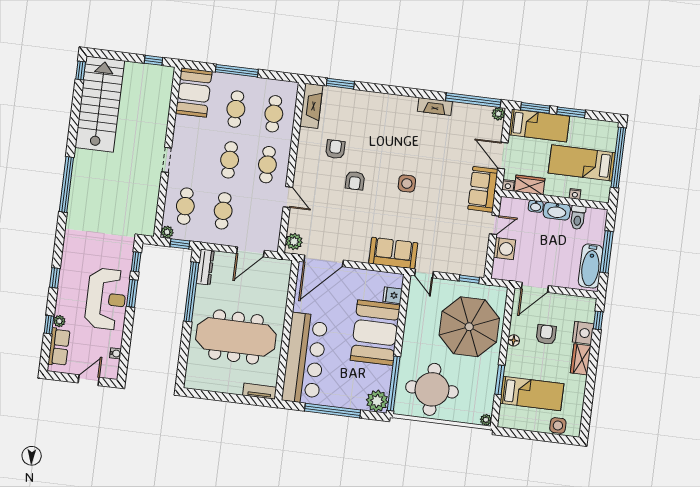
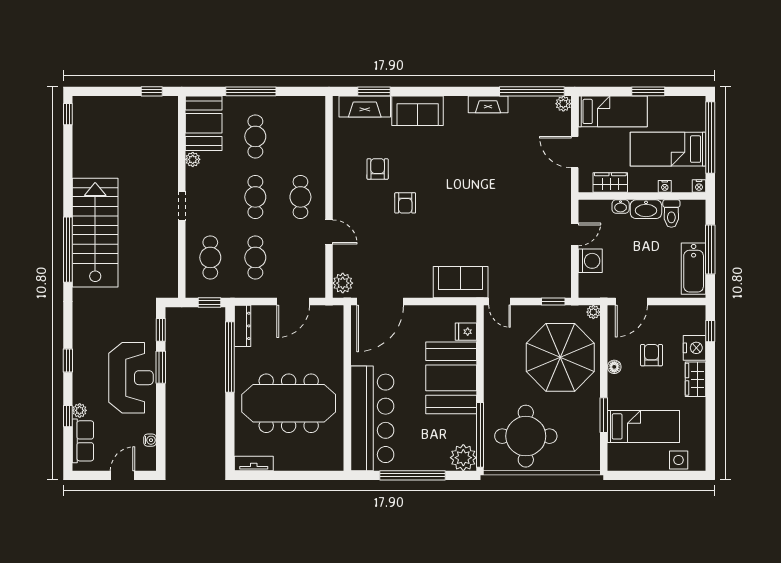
stairs: (100, 104) -> (95, 233), moved
fireplace: (311, 106) -> (365, 107), moved, turned 90
window: (535, 108) -> (606, 91), removed
cafe table: (274, 114) -> (300, 136), removed
side table: (407, 184) -> (466, 199), removed
nightstand: (508, 185) -> (699, 186), moved
sofa: (483, 189) -> (418, 111), moved, turned -90
plant: (167, 232) -> (193, 159), moved
tv unit: (260, 391) -> (254, 463), moved
plant: (486, 420) -> (593, 312), moved

